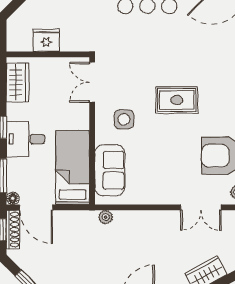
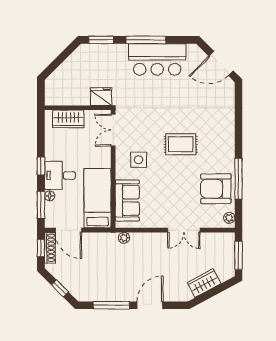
fridge: (46, 40) -> (101, 96), moved
wardrobe: (18, 82) -> (68, 119), moved, turned 90
floor lamp: (13, 198) -> (50, 196), moved
double door: (201, 207) -> (184, 230), moved

